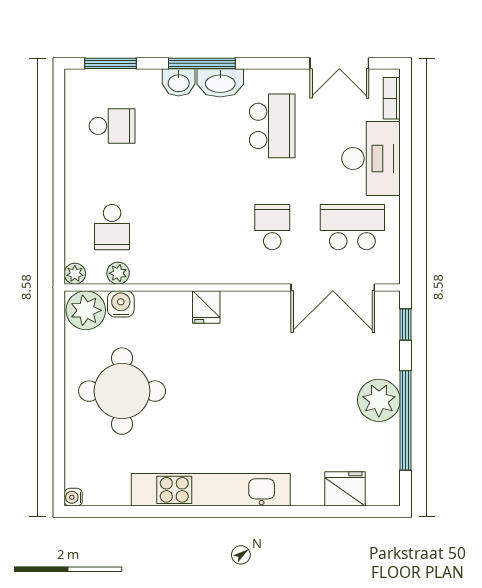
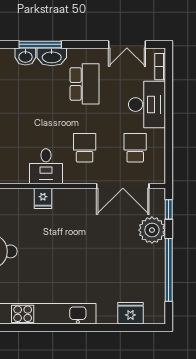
school desk: (352, 227) -> (135, 148), width x0.54
desk: (211, 256) -> (46, 166), added
plant: (379, 400) -> (152, 230), moved

